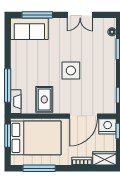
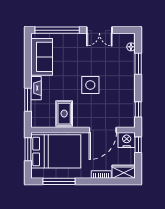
window: (37, 15) -> (57, 30), width x1.46
sofa: (29, 29) -> (42, 57), moved, turned -90
window: (8, 85) -> (28, 100), width x0.69
fireplace: (16, 102) -> (36, 88), moved

